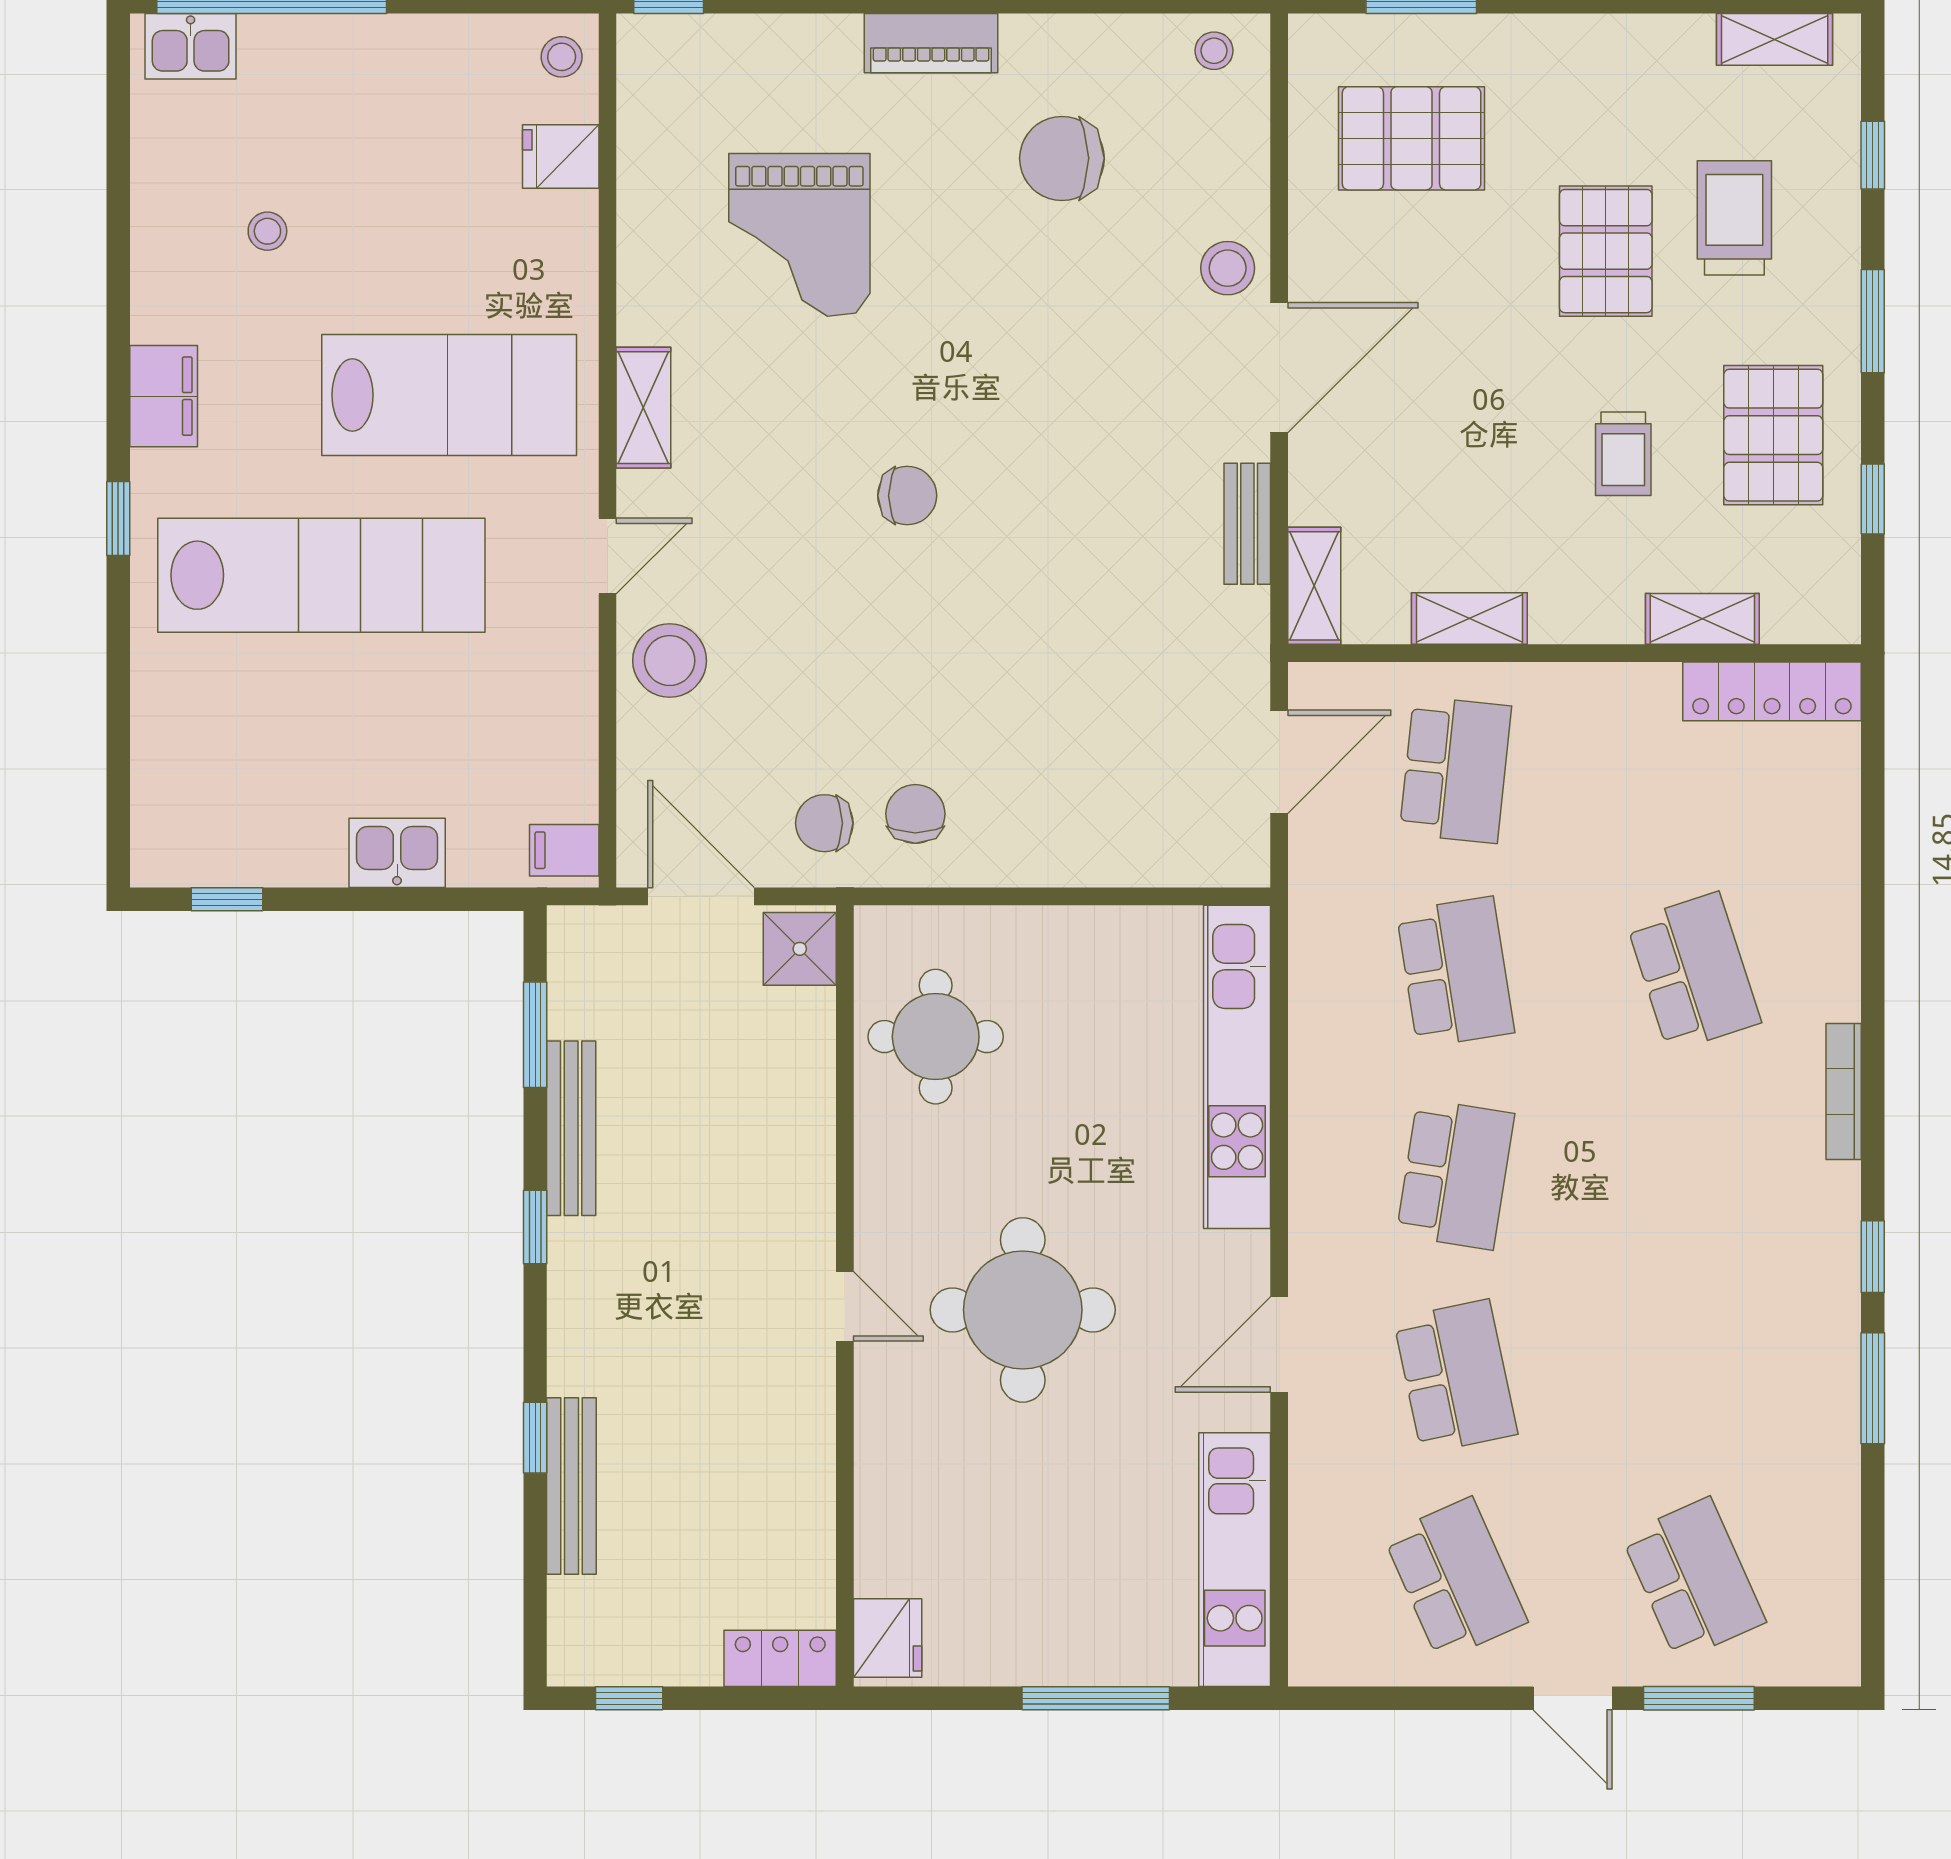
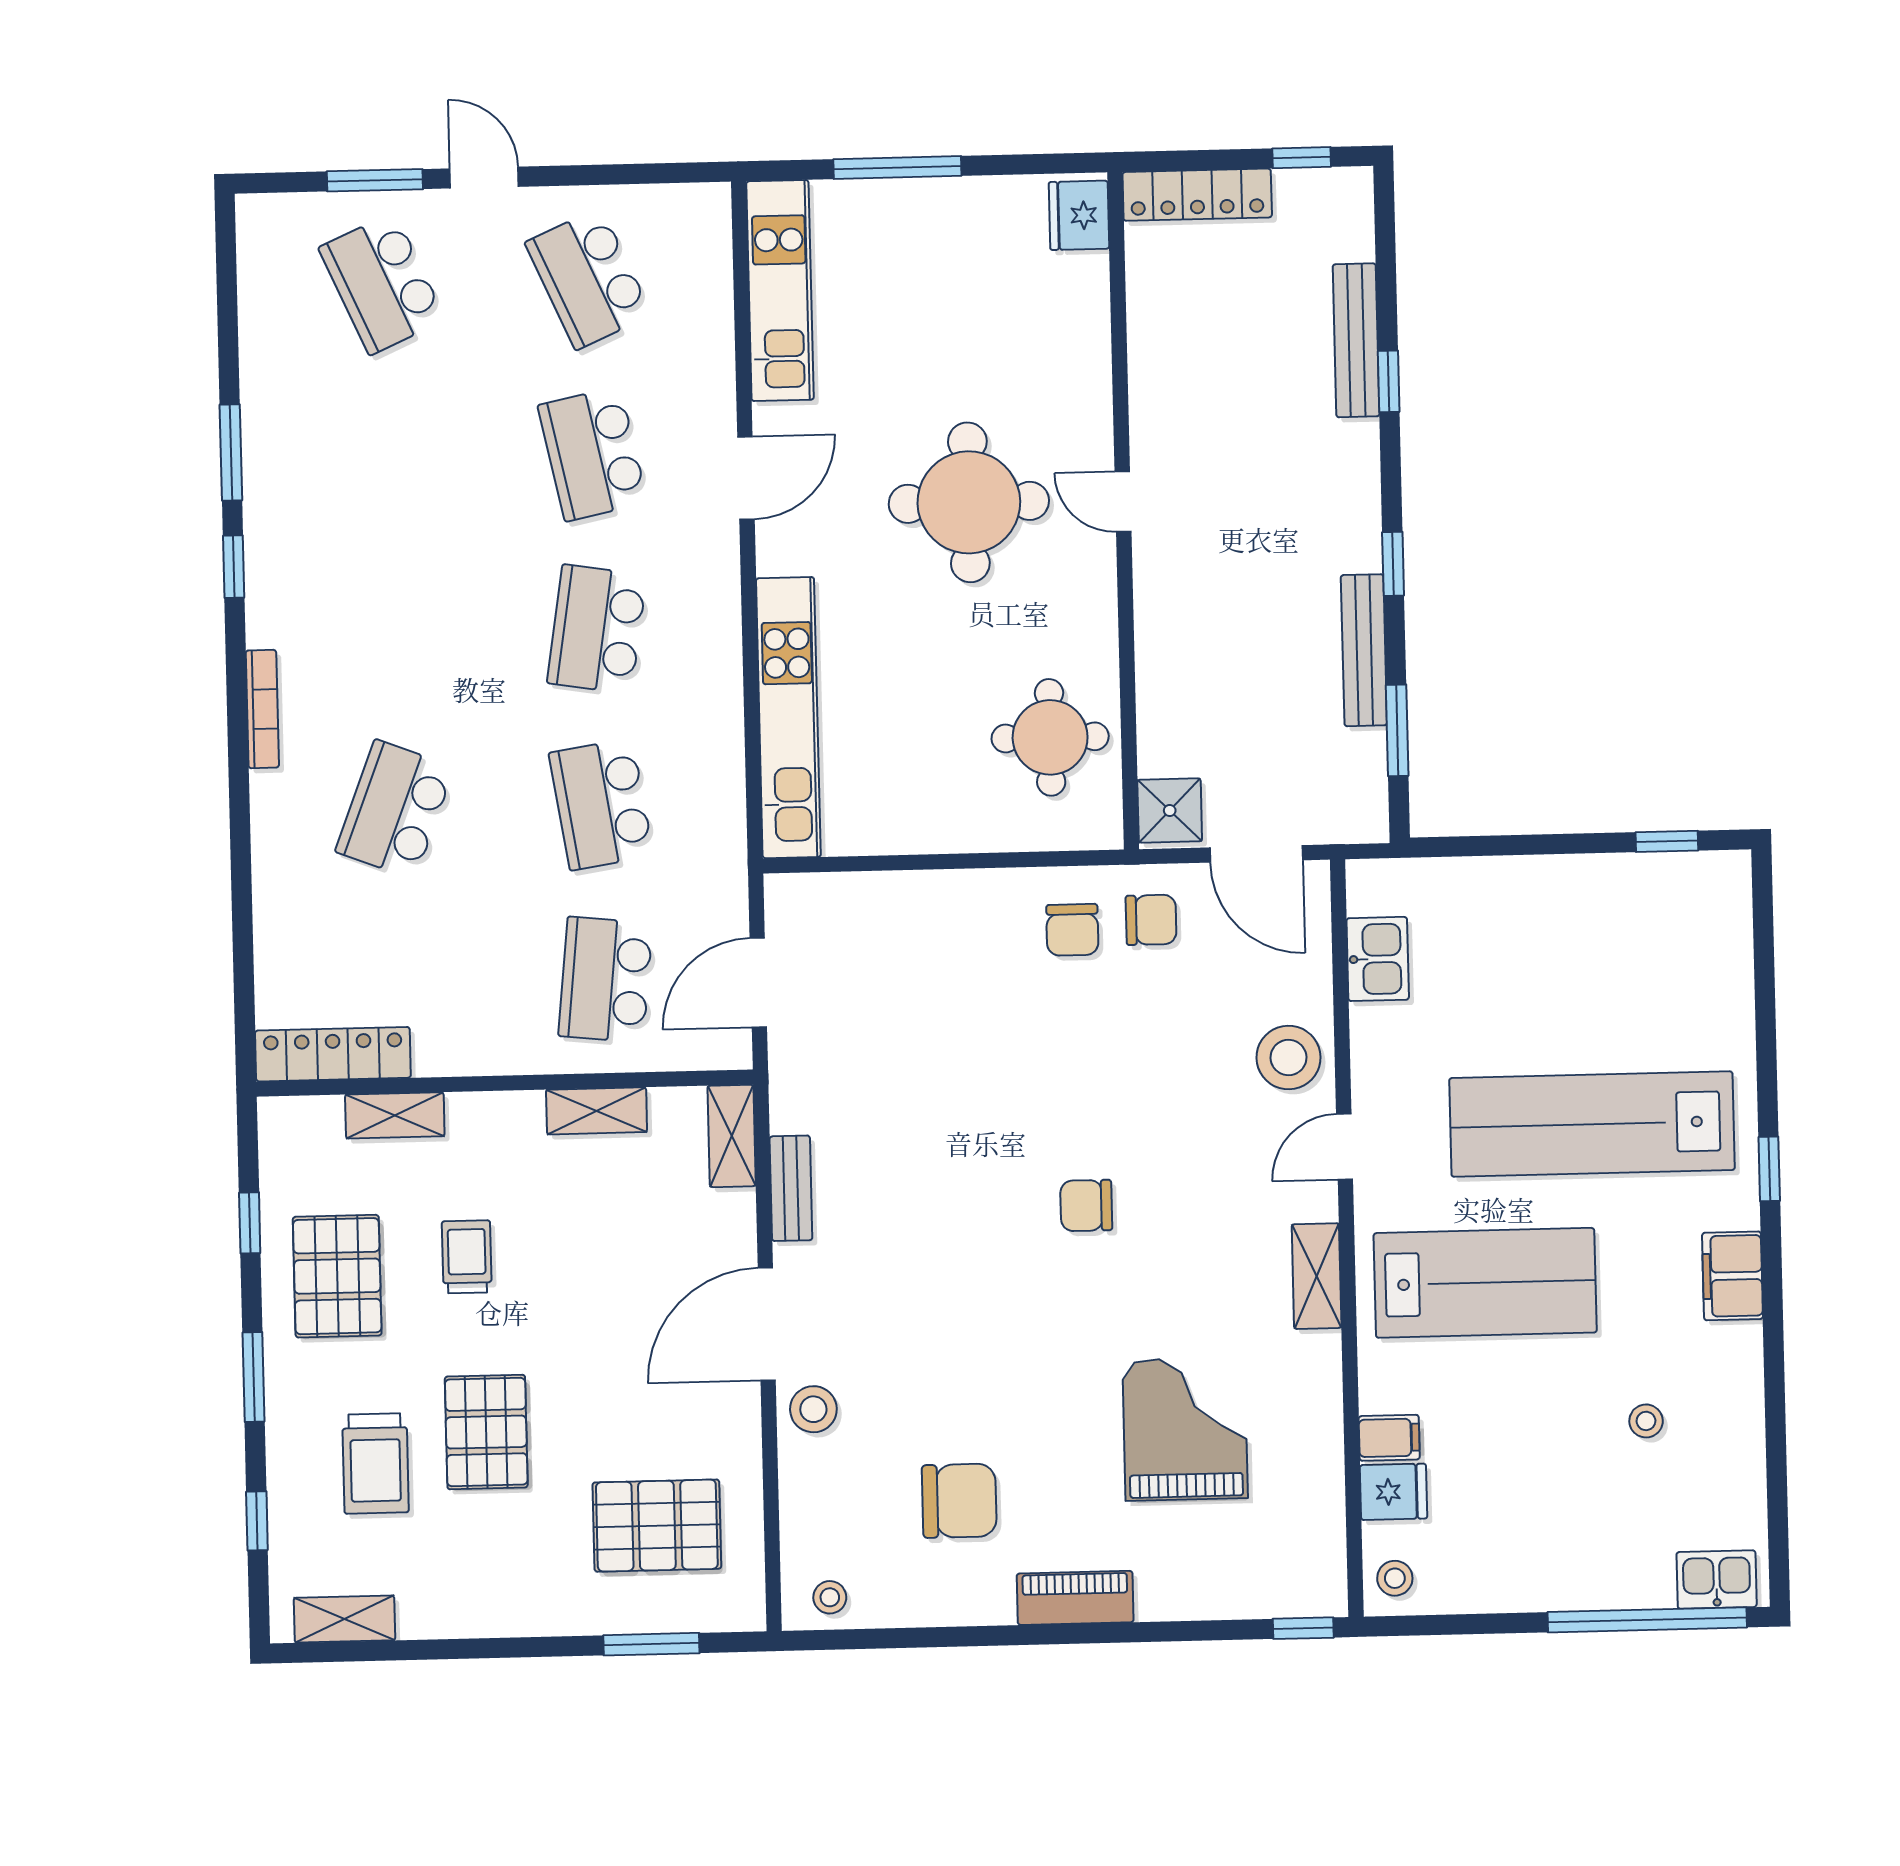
lab bench: (449, 395) -> (1485, 1283), turned 180
filing cabinet: (564, 850) -> (1389, 1438), moved
kitchen sink: (397, 853) -> (1378, 959), moved, turned -90
school desk: (1694, 972) -> (395, 809), turned 39
locker: (780, 1658) -> (1197, 195), width x1.53

